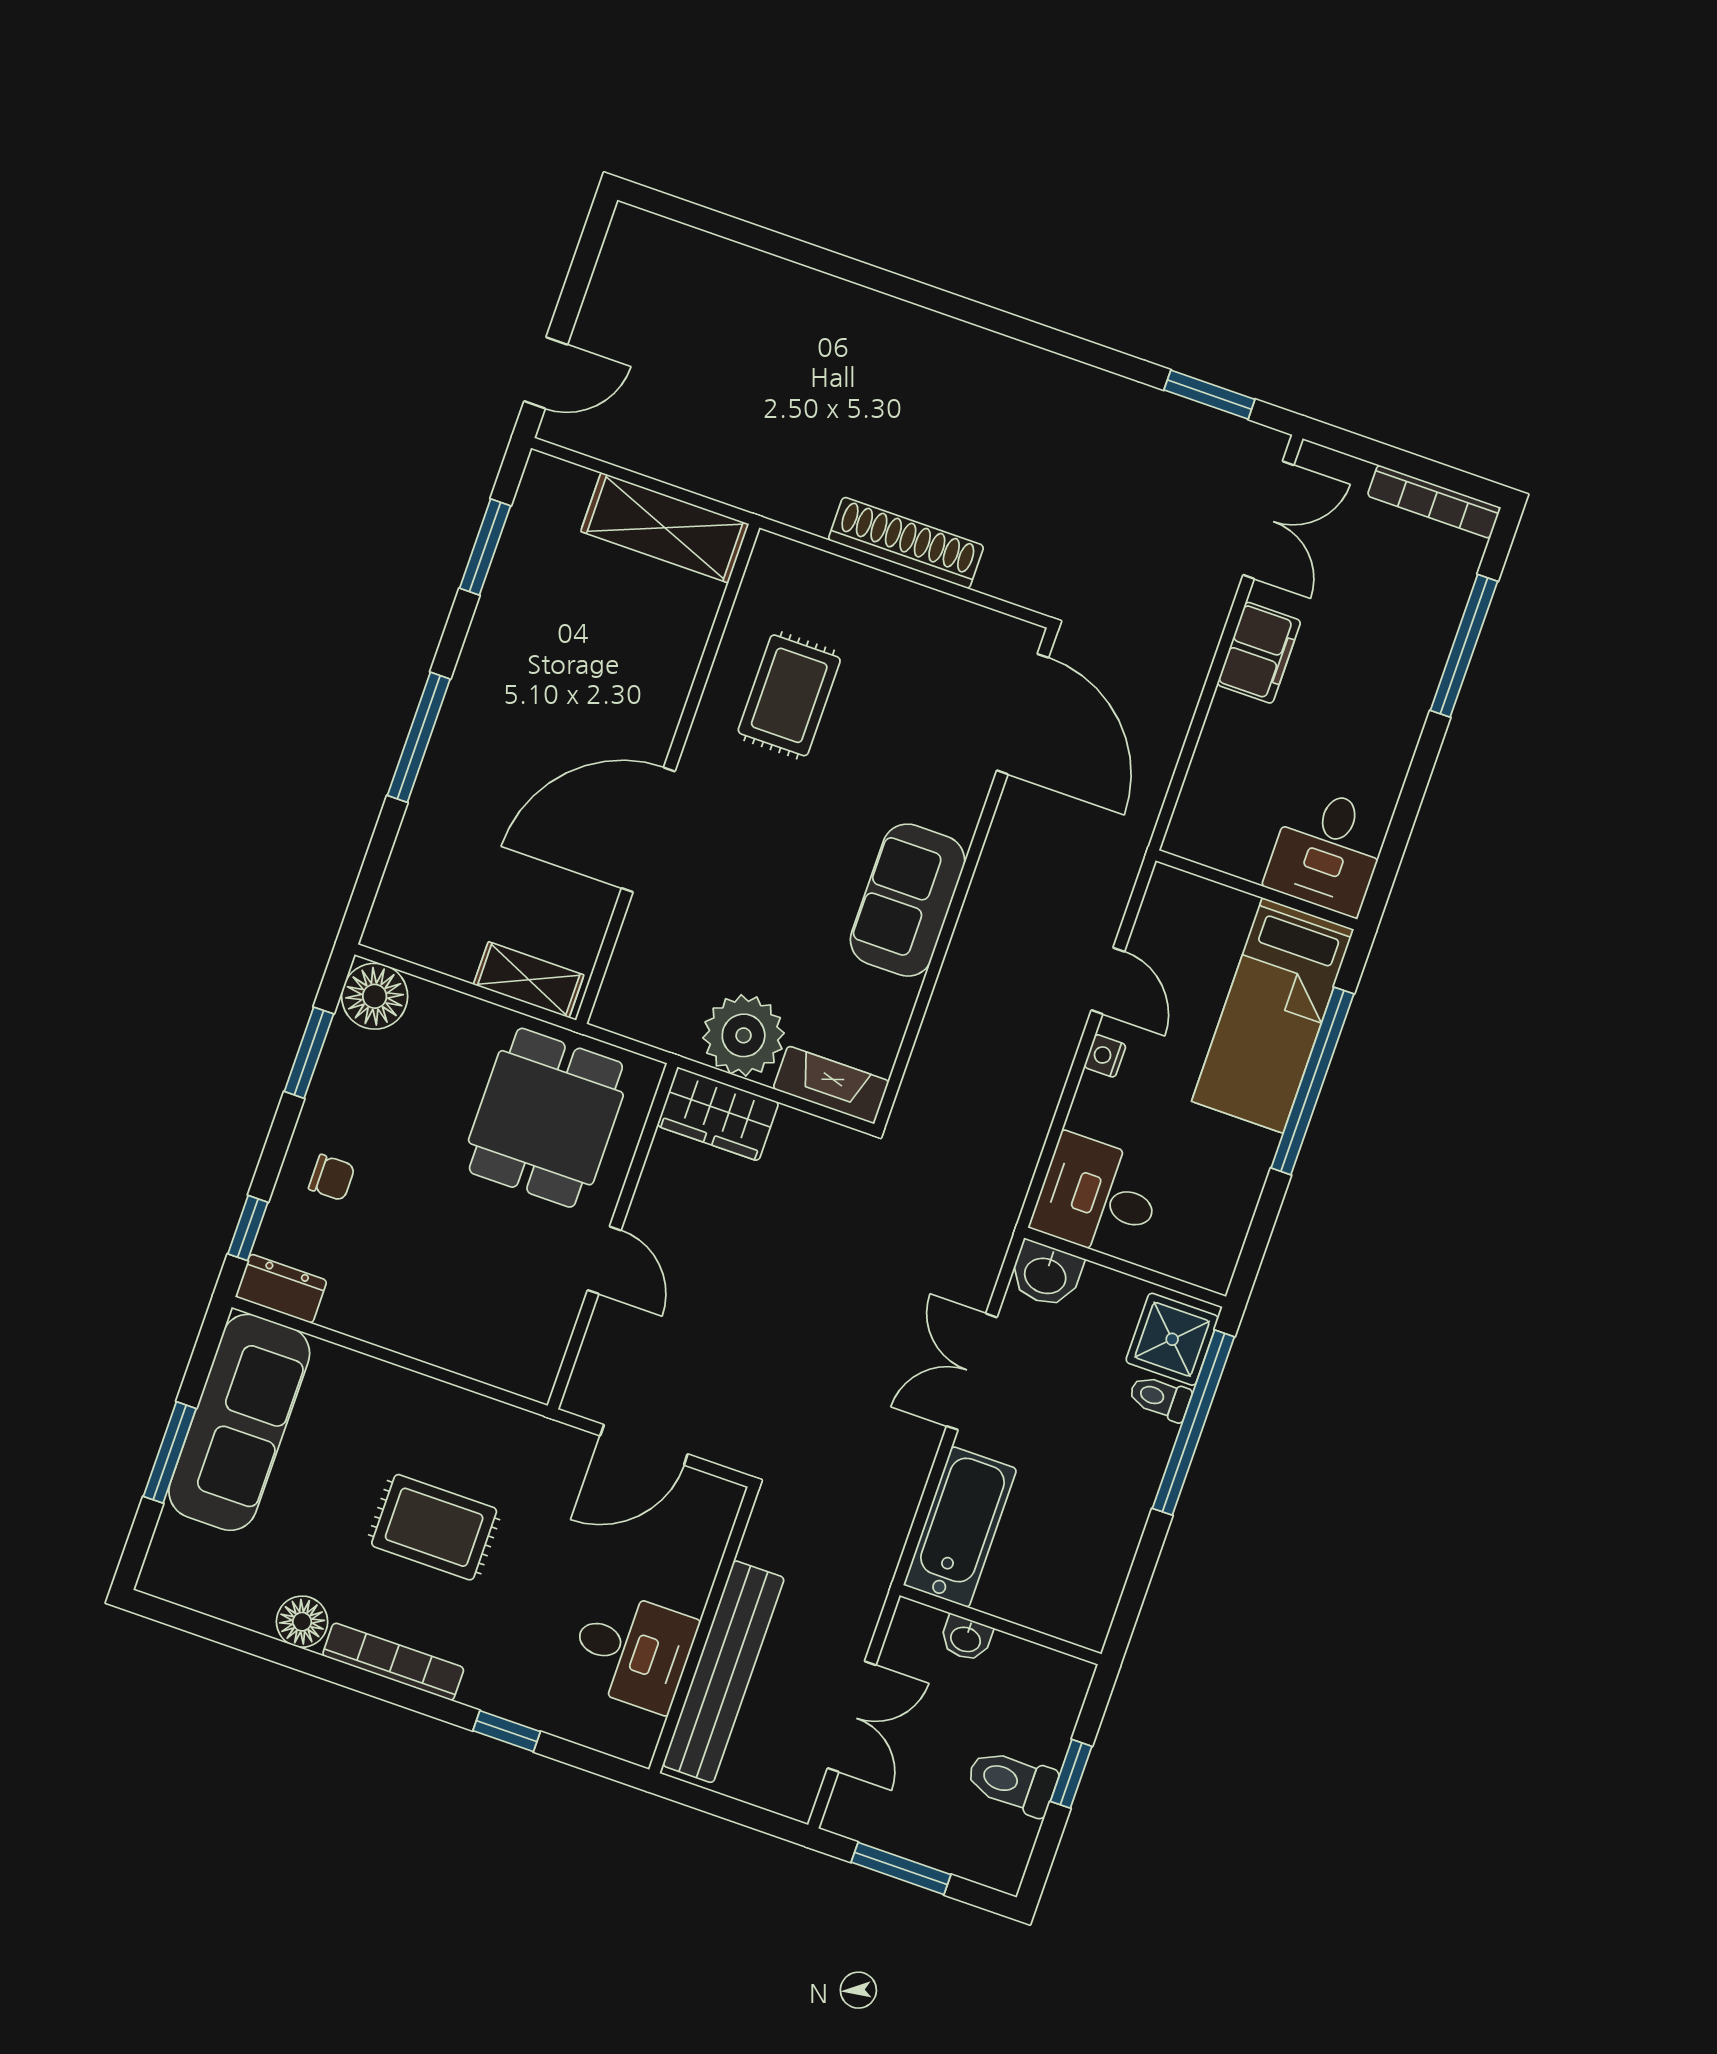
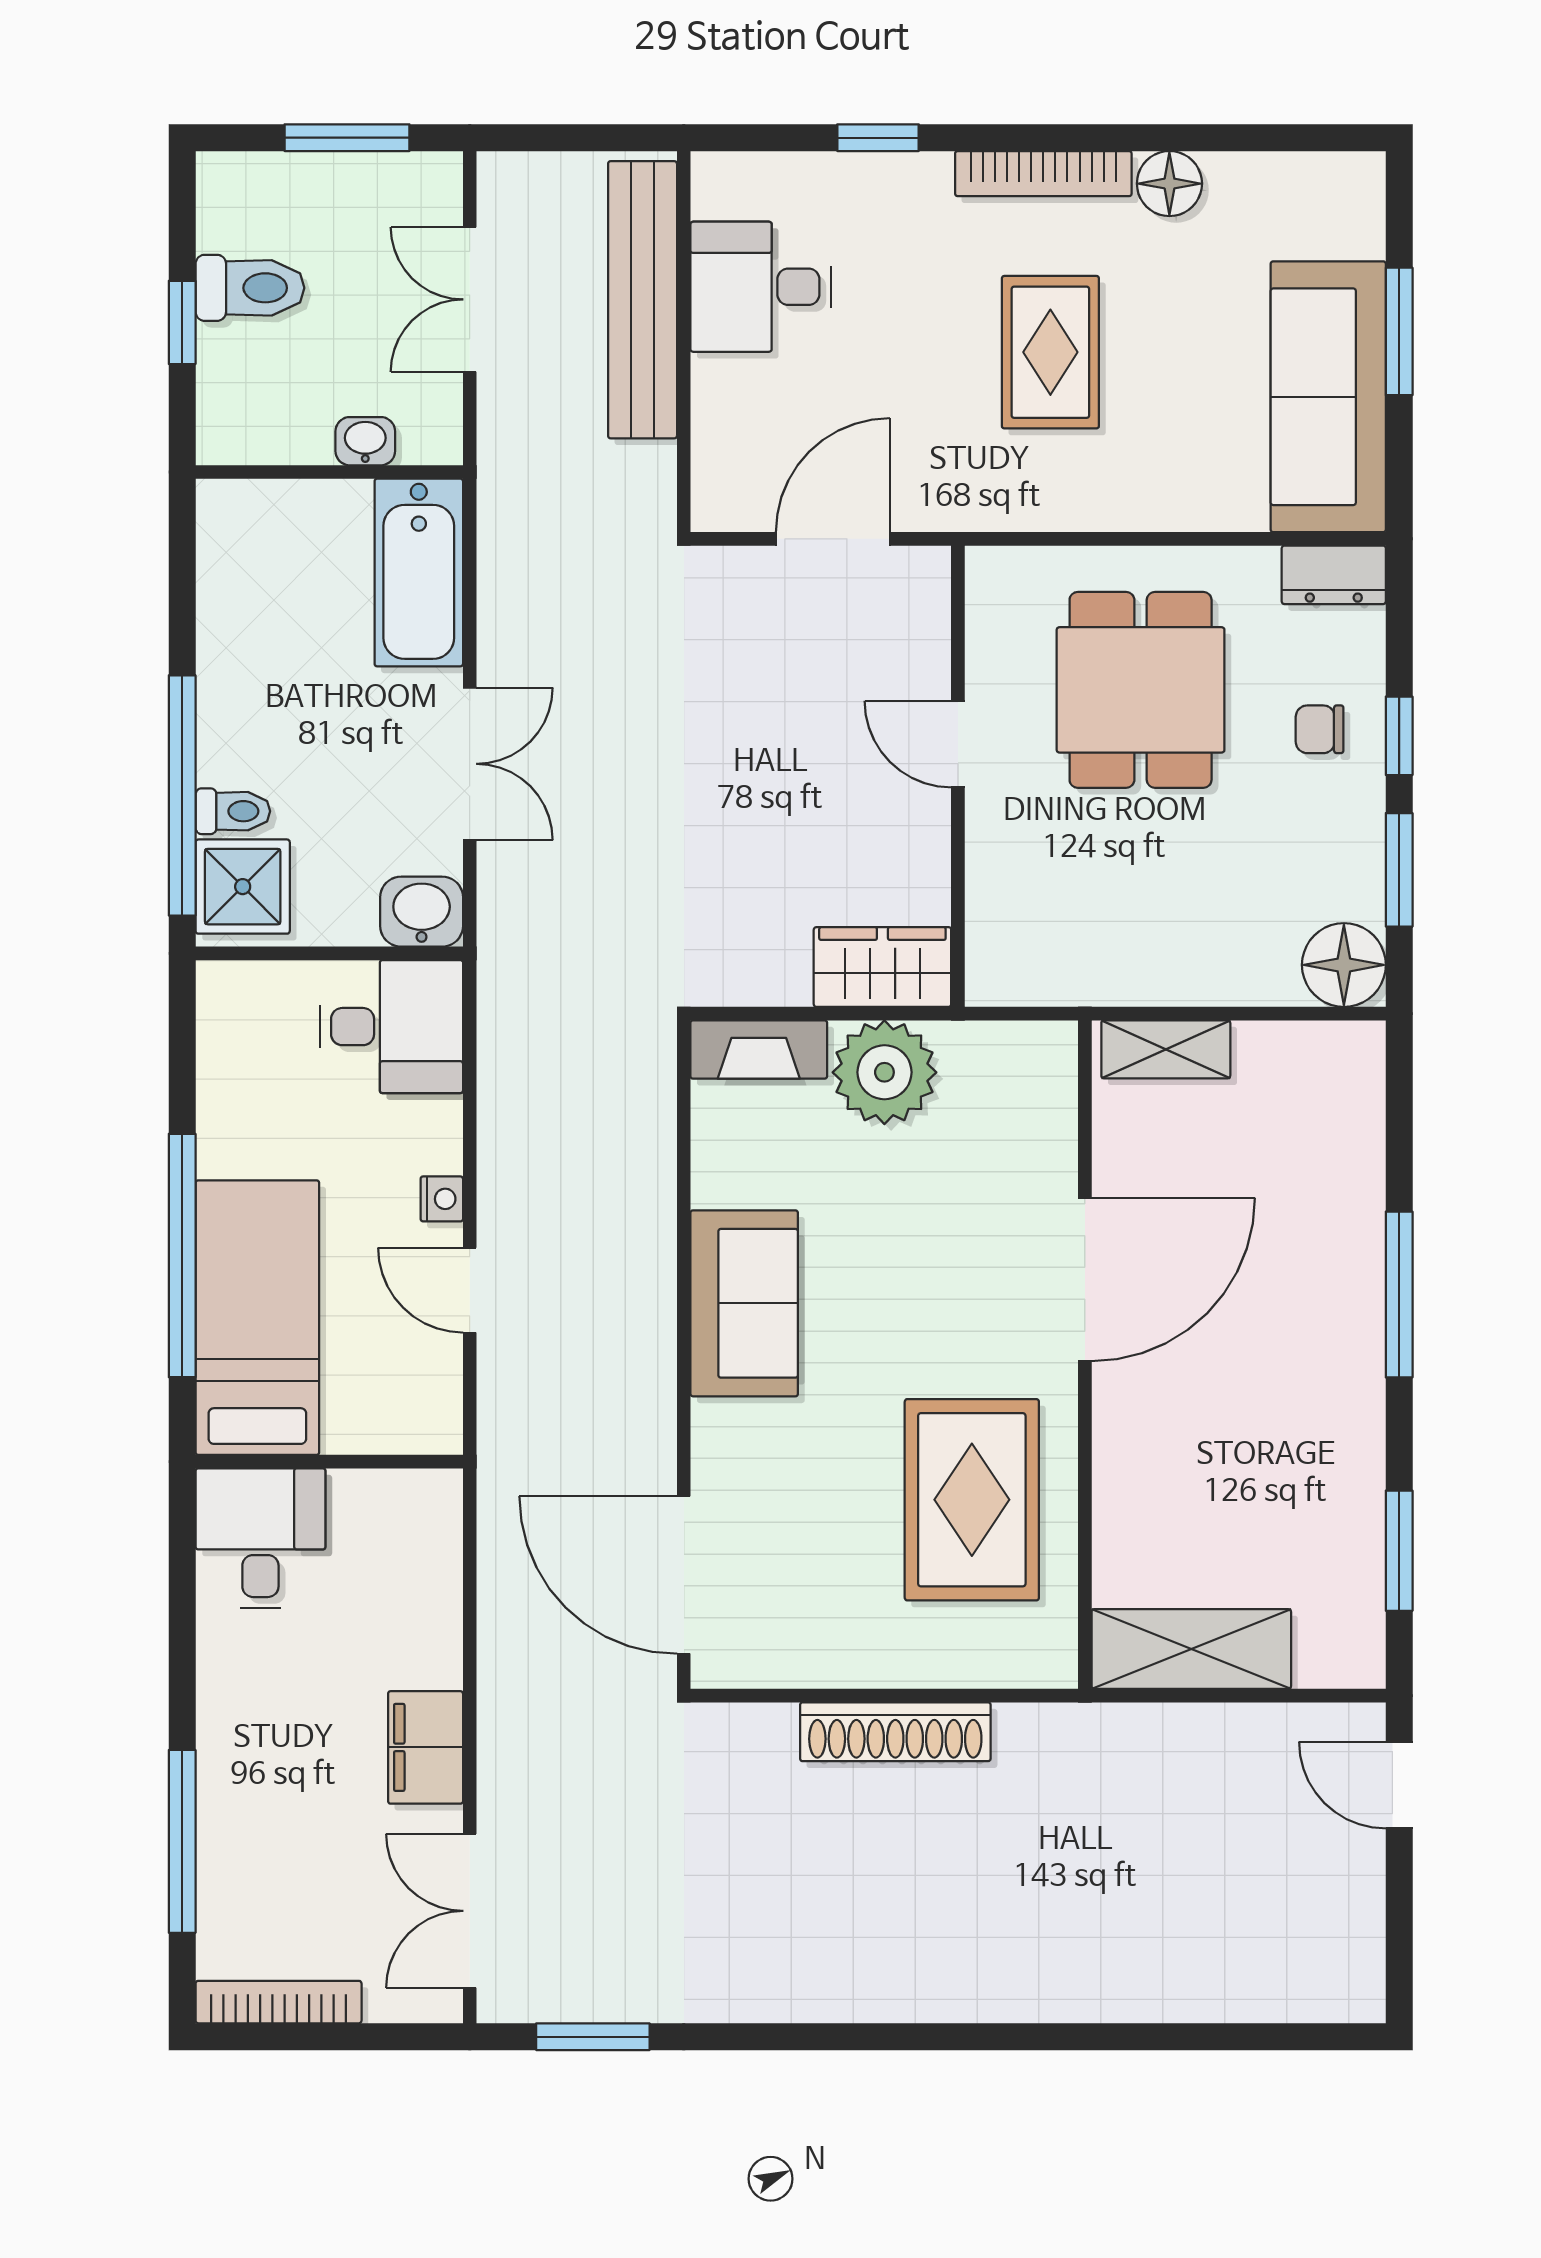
door: (546, 373) -> (1399, 1785), hinge flipped
rug: (789, 695) -> (972, 1500), width x1.36, depth x1.43
dining table: (546, 1118) -> (1141, 690), moved
window: (248, 1228) -> (1399, 736), moved
rug: (434, 1527) -> (1050, 352), turned 90

